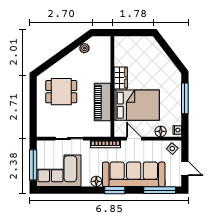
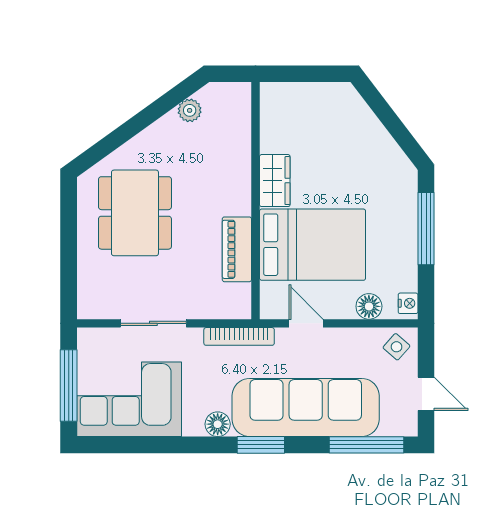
dining table: (61, 92) -> (135, 213), width x1.38
piano: (102, 102) -> (237, 249), width x0.73, depth x0.75

